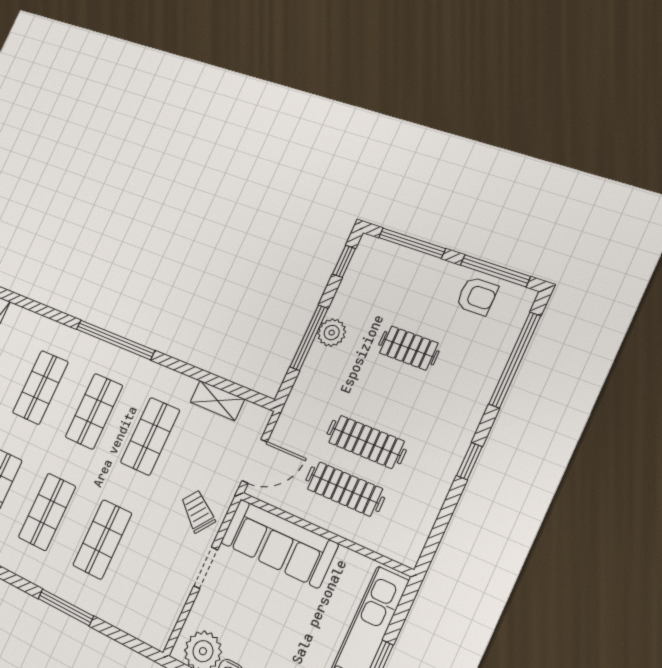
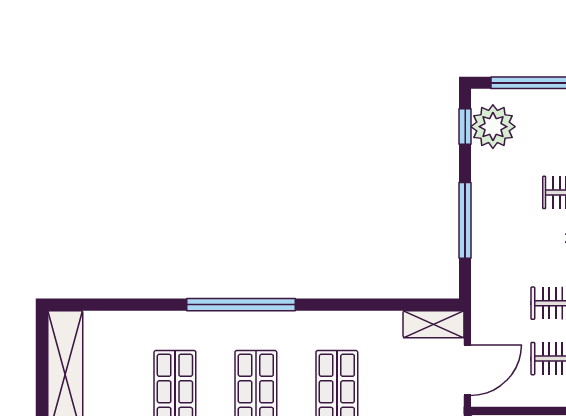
plant: (332, 333) -> (493, 127), moved, width x1.36, depth x1.36
shelving: (217, 401) -> (434, 324), moved

